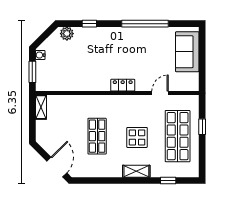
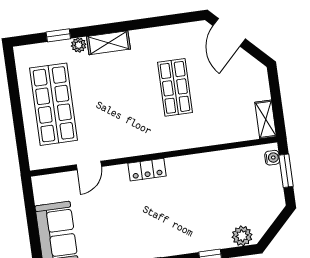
water cooler: (40, 55) -> (272, 158), moved
window: (202, 127) -> (18, 123), removed
display table: (137, 137) -> (114, 94), removed
plant: (156, 172) -> (79, 45), added

